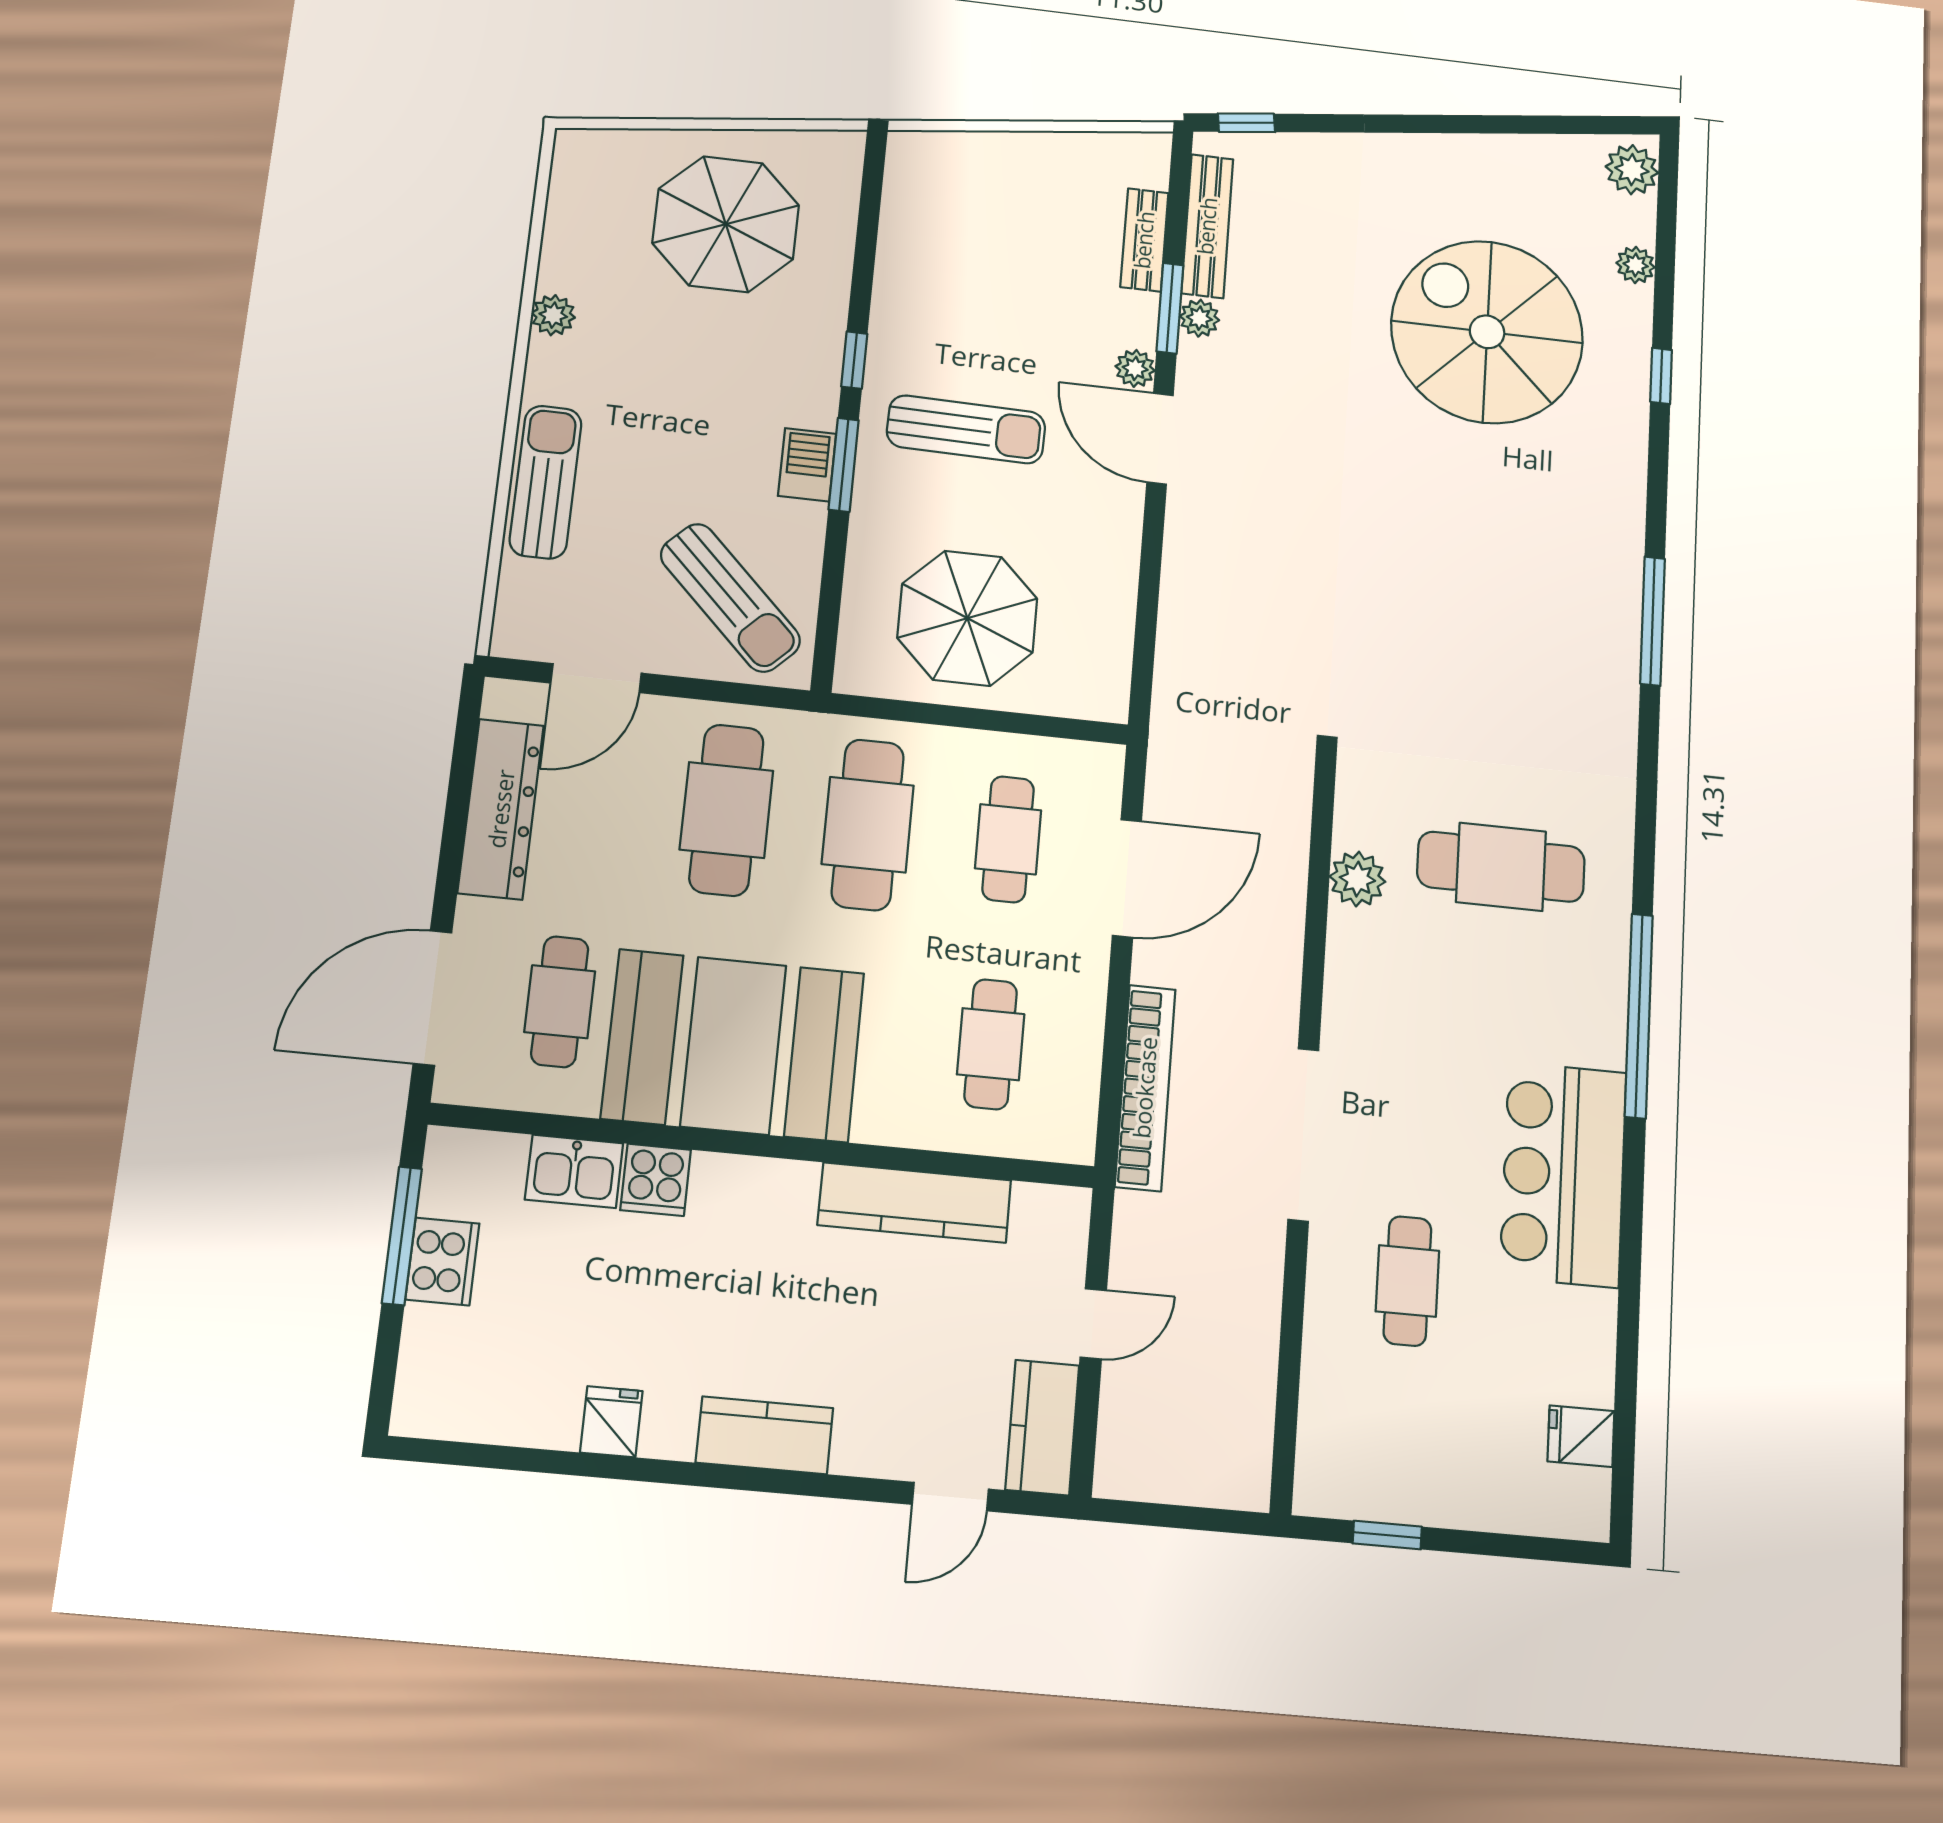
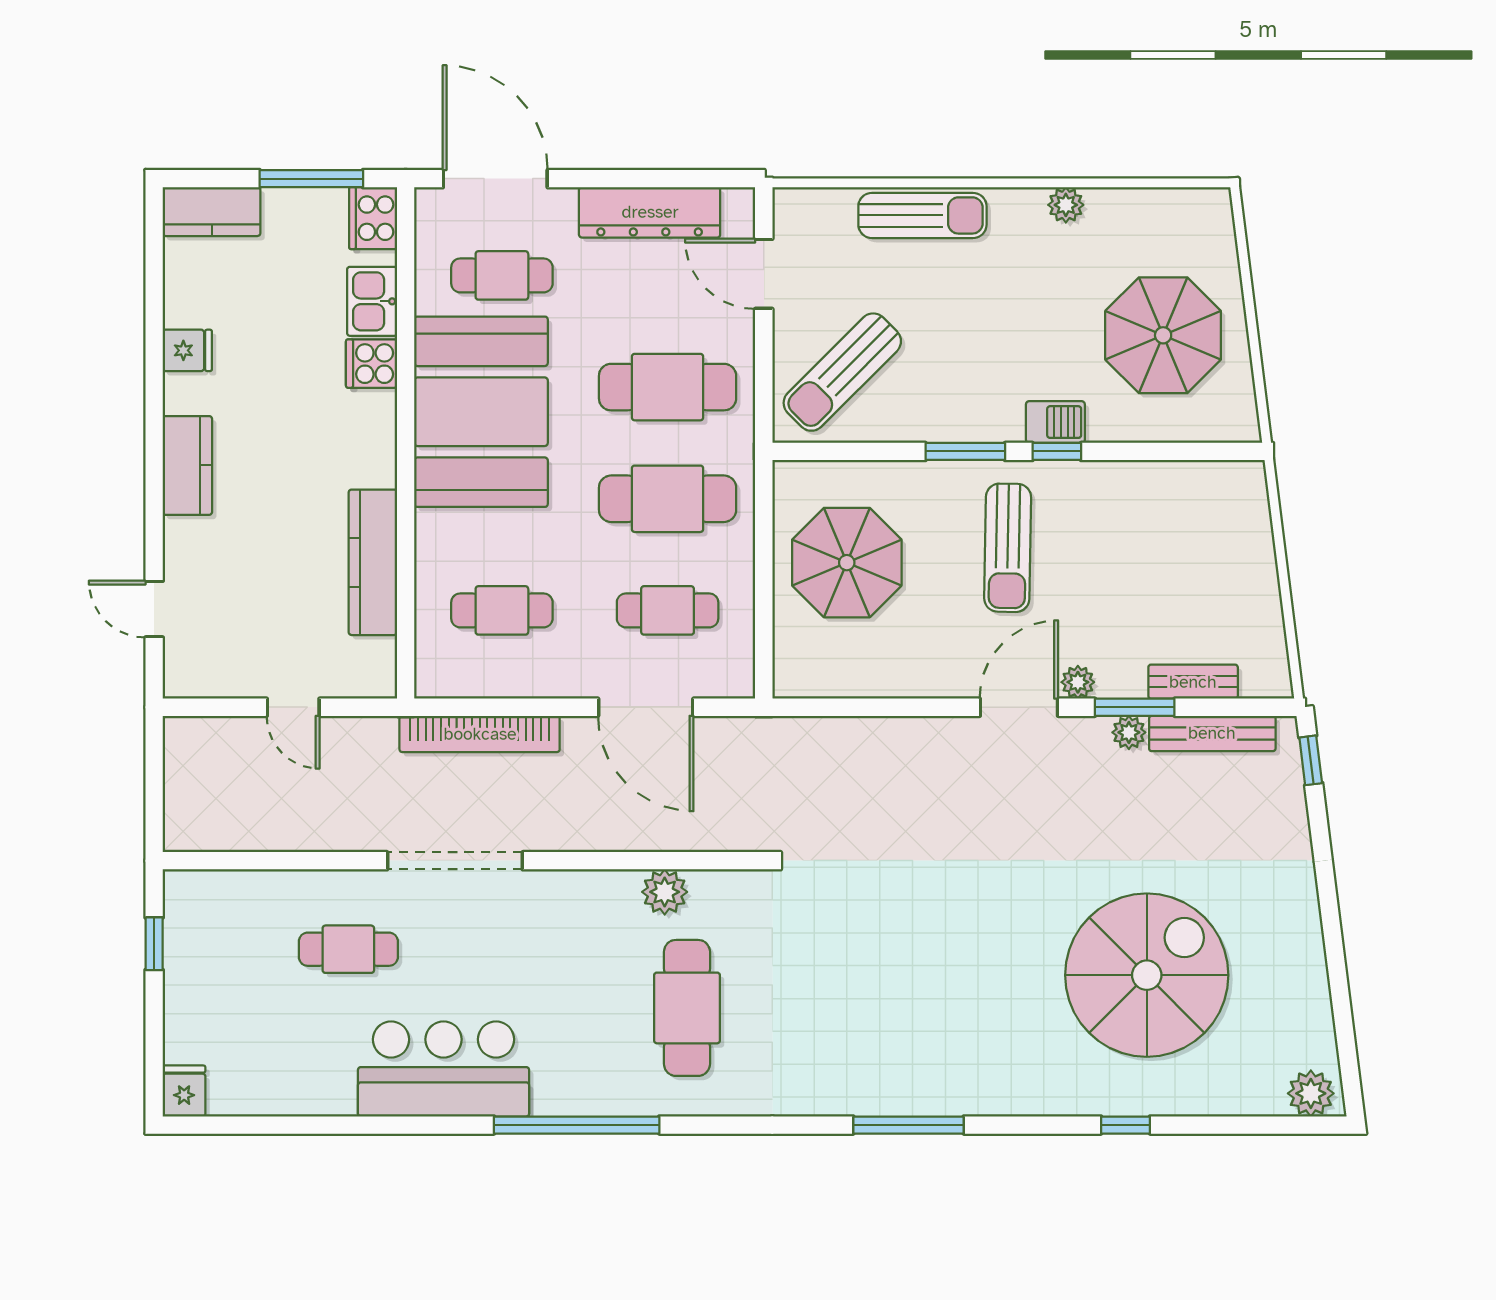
plant: (1636, 265) -> (1223, 1100), removed
barbecue: (807, 465) -> (1055, 422), moved
cooker: (442, 1261) -> (373, 218), moved, turned 90
kitchen counter: (1042, 1427) -> (212, 212), moved, turned 180
fridge: (1581, 1436) -> (184, 1091), moved

